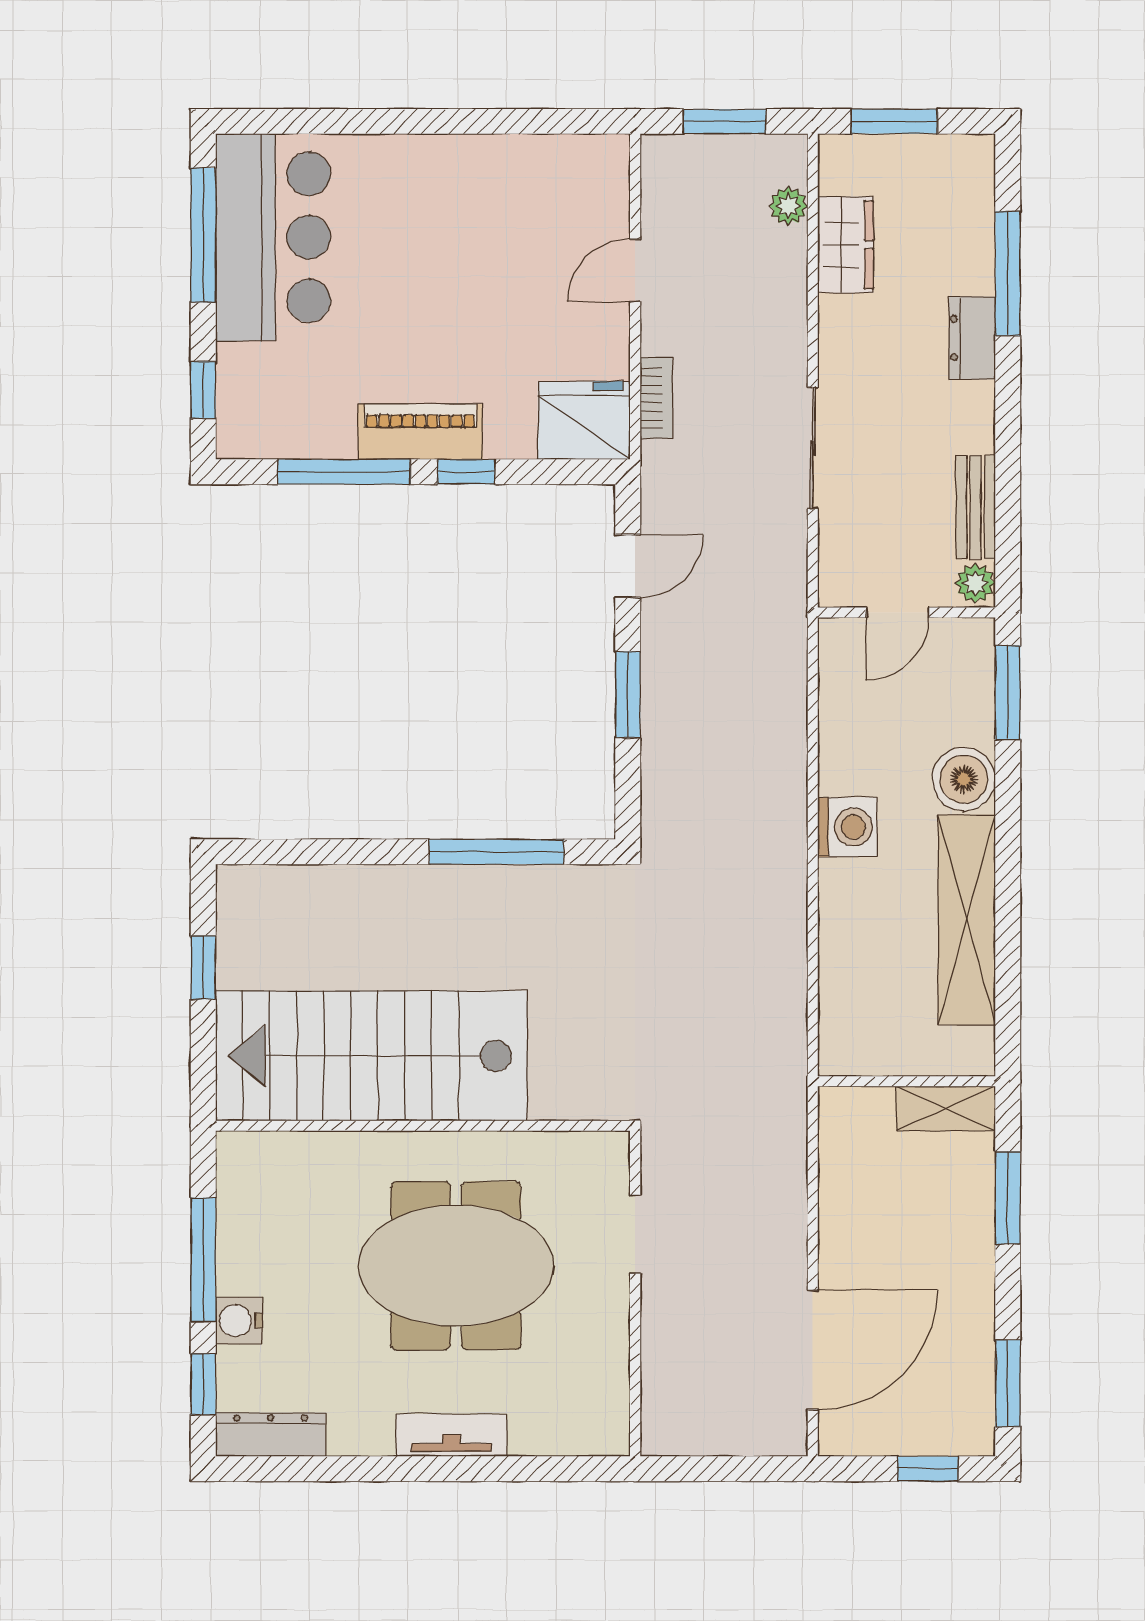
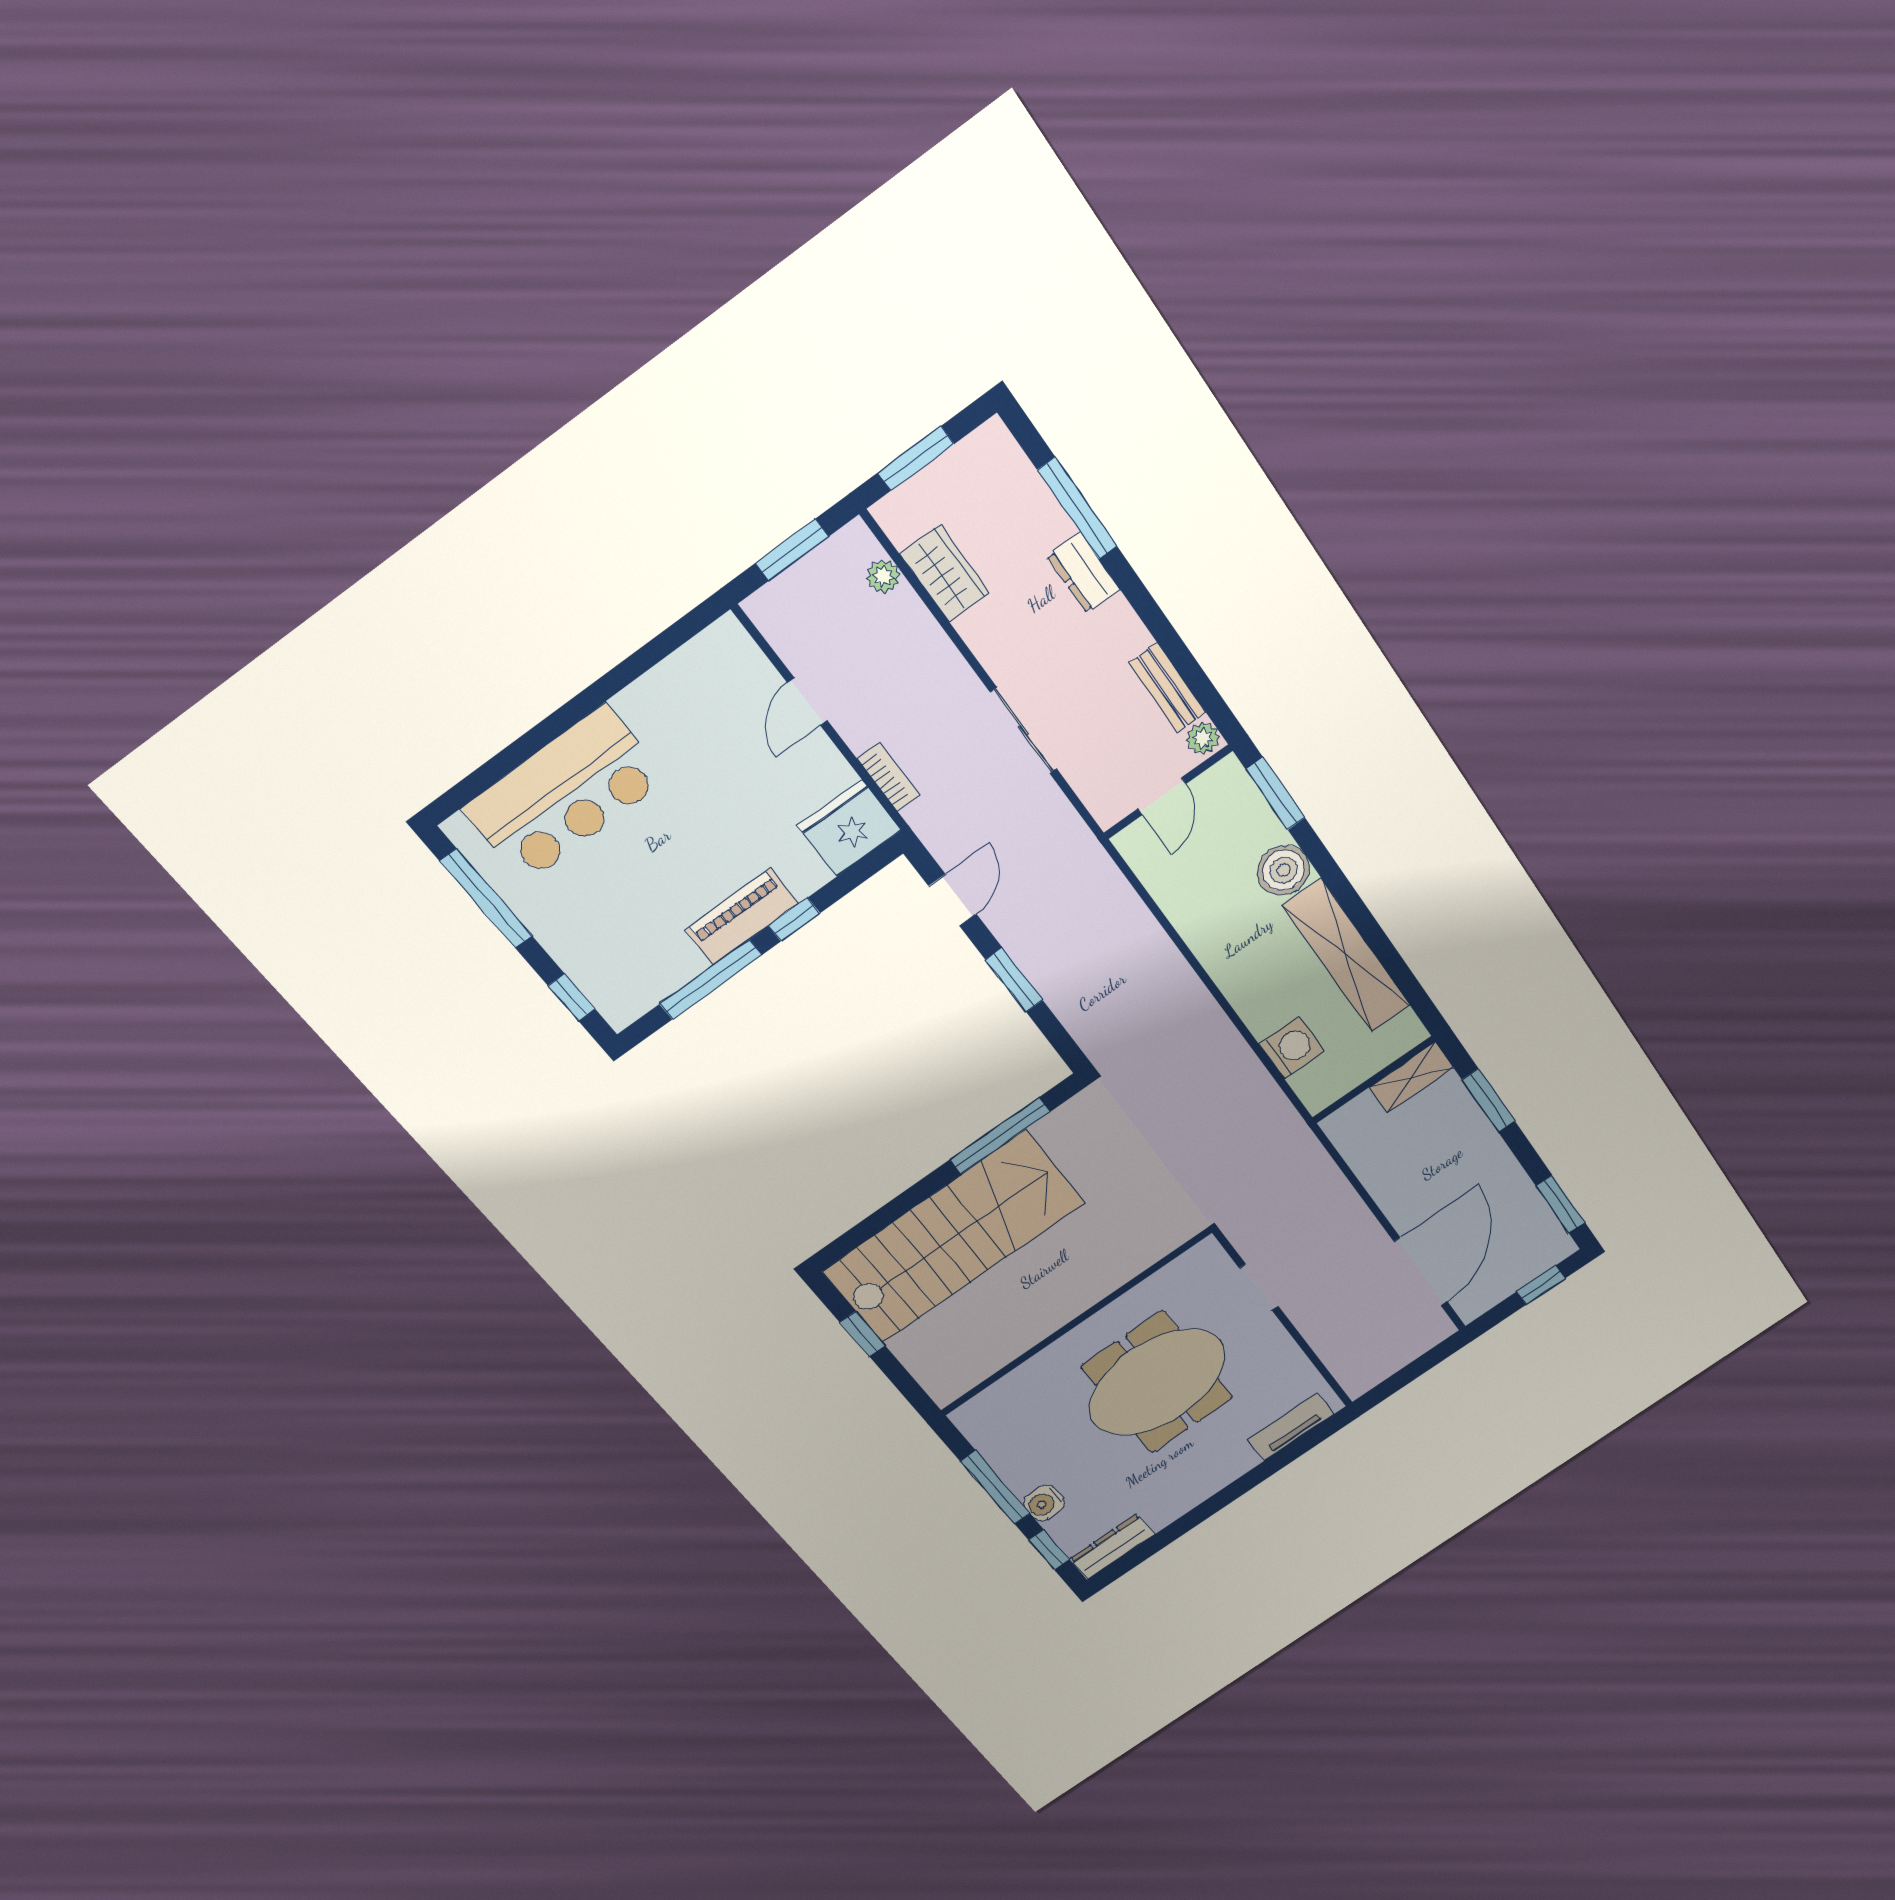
bar counter: (273, 237) -> (565, 794), moved, turned 90
washing machine: (847, 827) -> (1291, 1048), moved
stairs: (371, 1056) -> (953, 1237), moved, turned 180
tv unit: (451, 1435) -> (1291, 1427), moved

